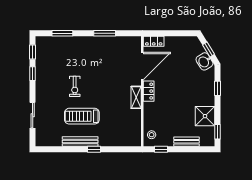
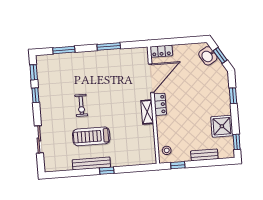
washbasin: (204, 61) -> (208, 56), moved

